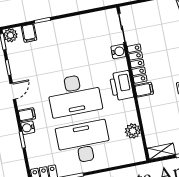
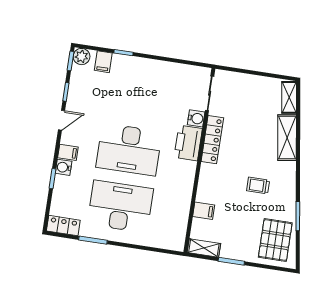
printer: (121, 86) -> (188, 143), moved
filing cabinet: (144, 90) -> (204, 211), moved
plant: (133, 131) -> (180, 214), removed

